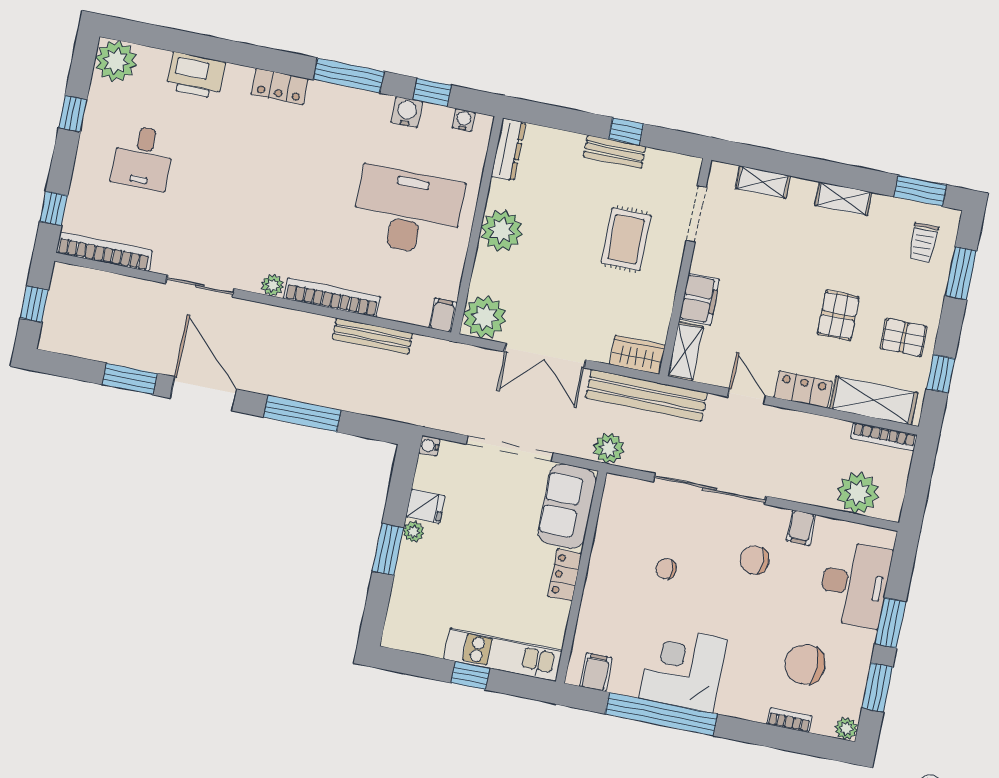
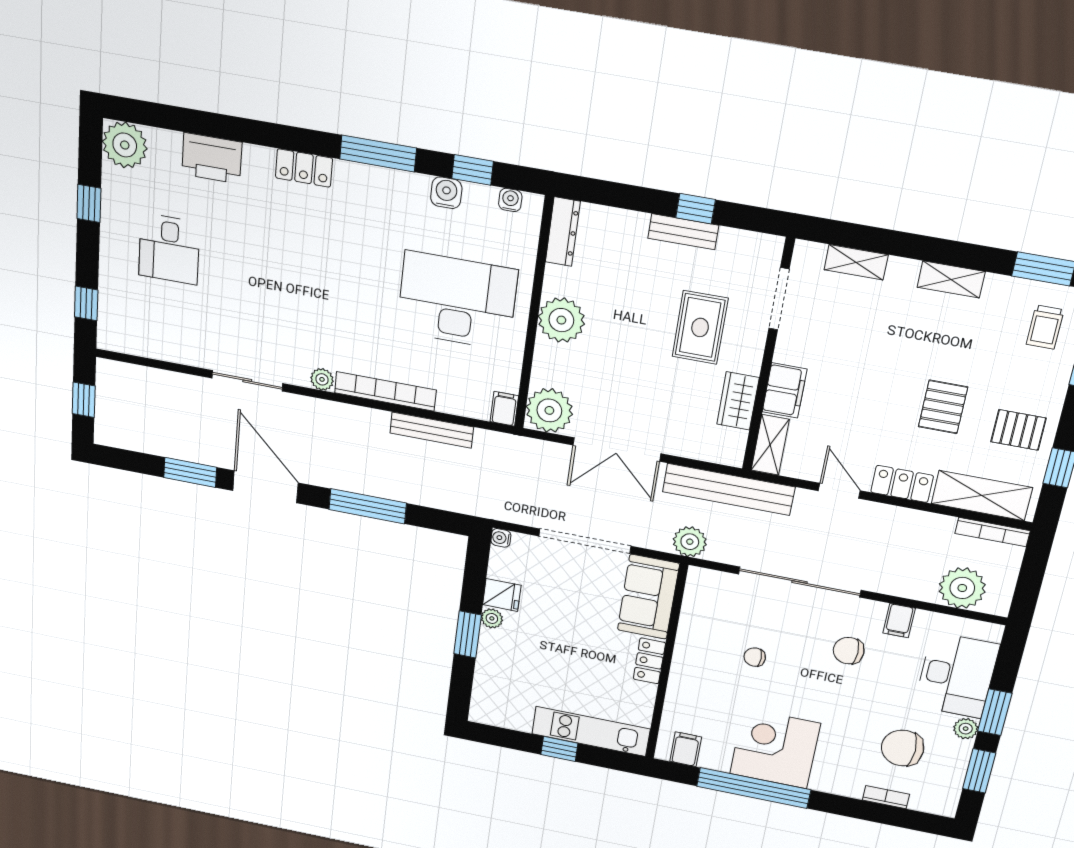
bookcase: (104, 252) -> (145, 347), removed
wardrobe: (637, 355) -> (738, 401), moved, turned -90
plant: (846, 729) -> (966, 729), moved

